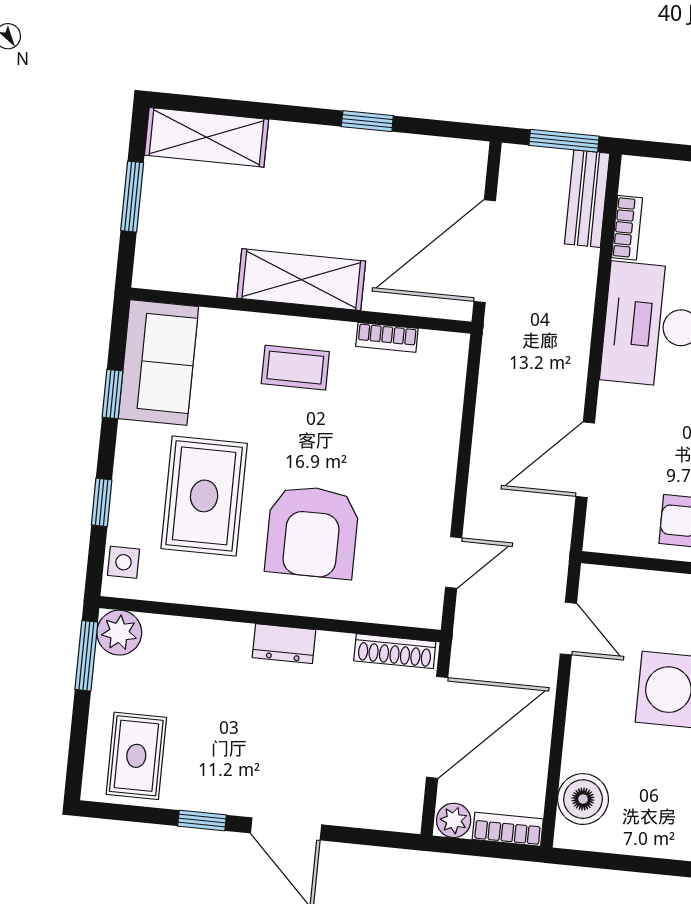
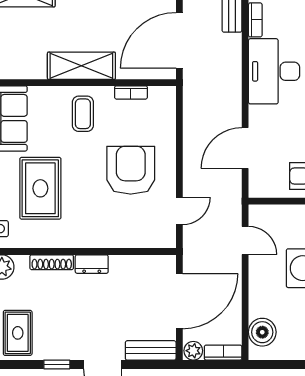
coffee table: (295, 368) -> (83, 114), turned 90
armchair: (312, 532) -> (131, 170), moved, turned 180
shoe rack: (395, 651) -> (52, 262), moved
bench: (376, 812) -> (151, 350), added

